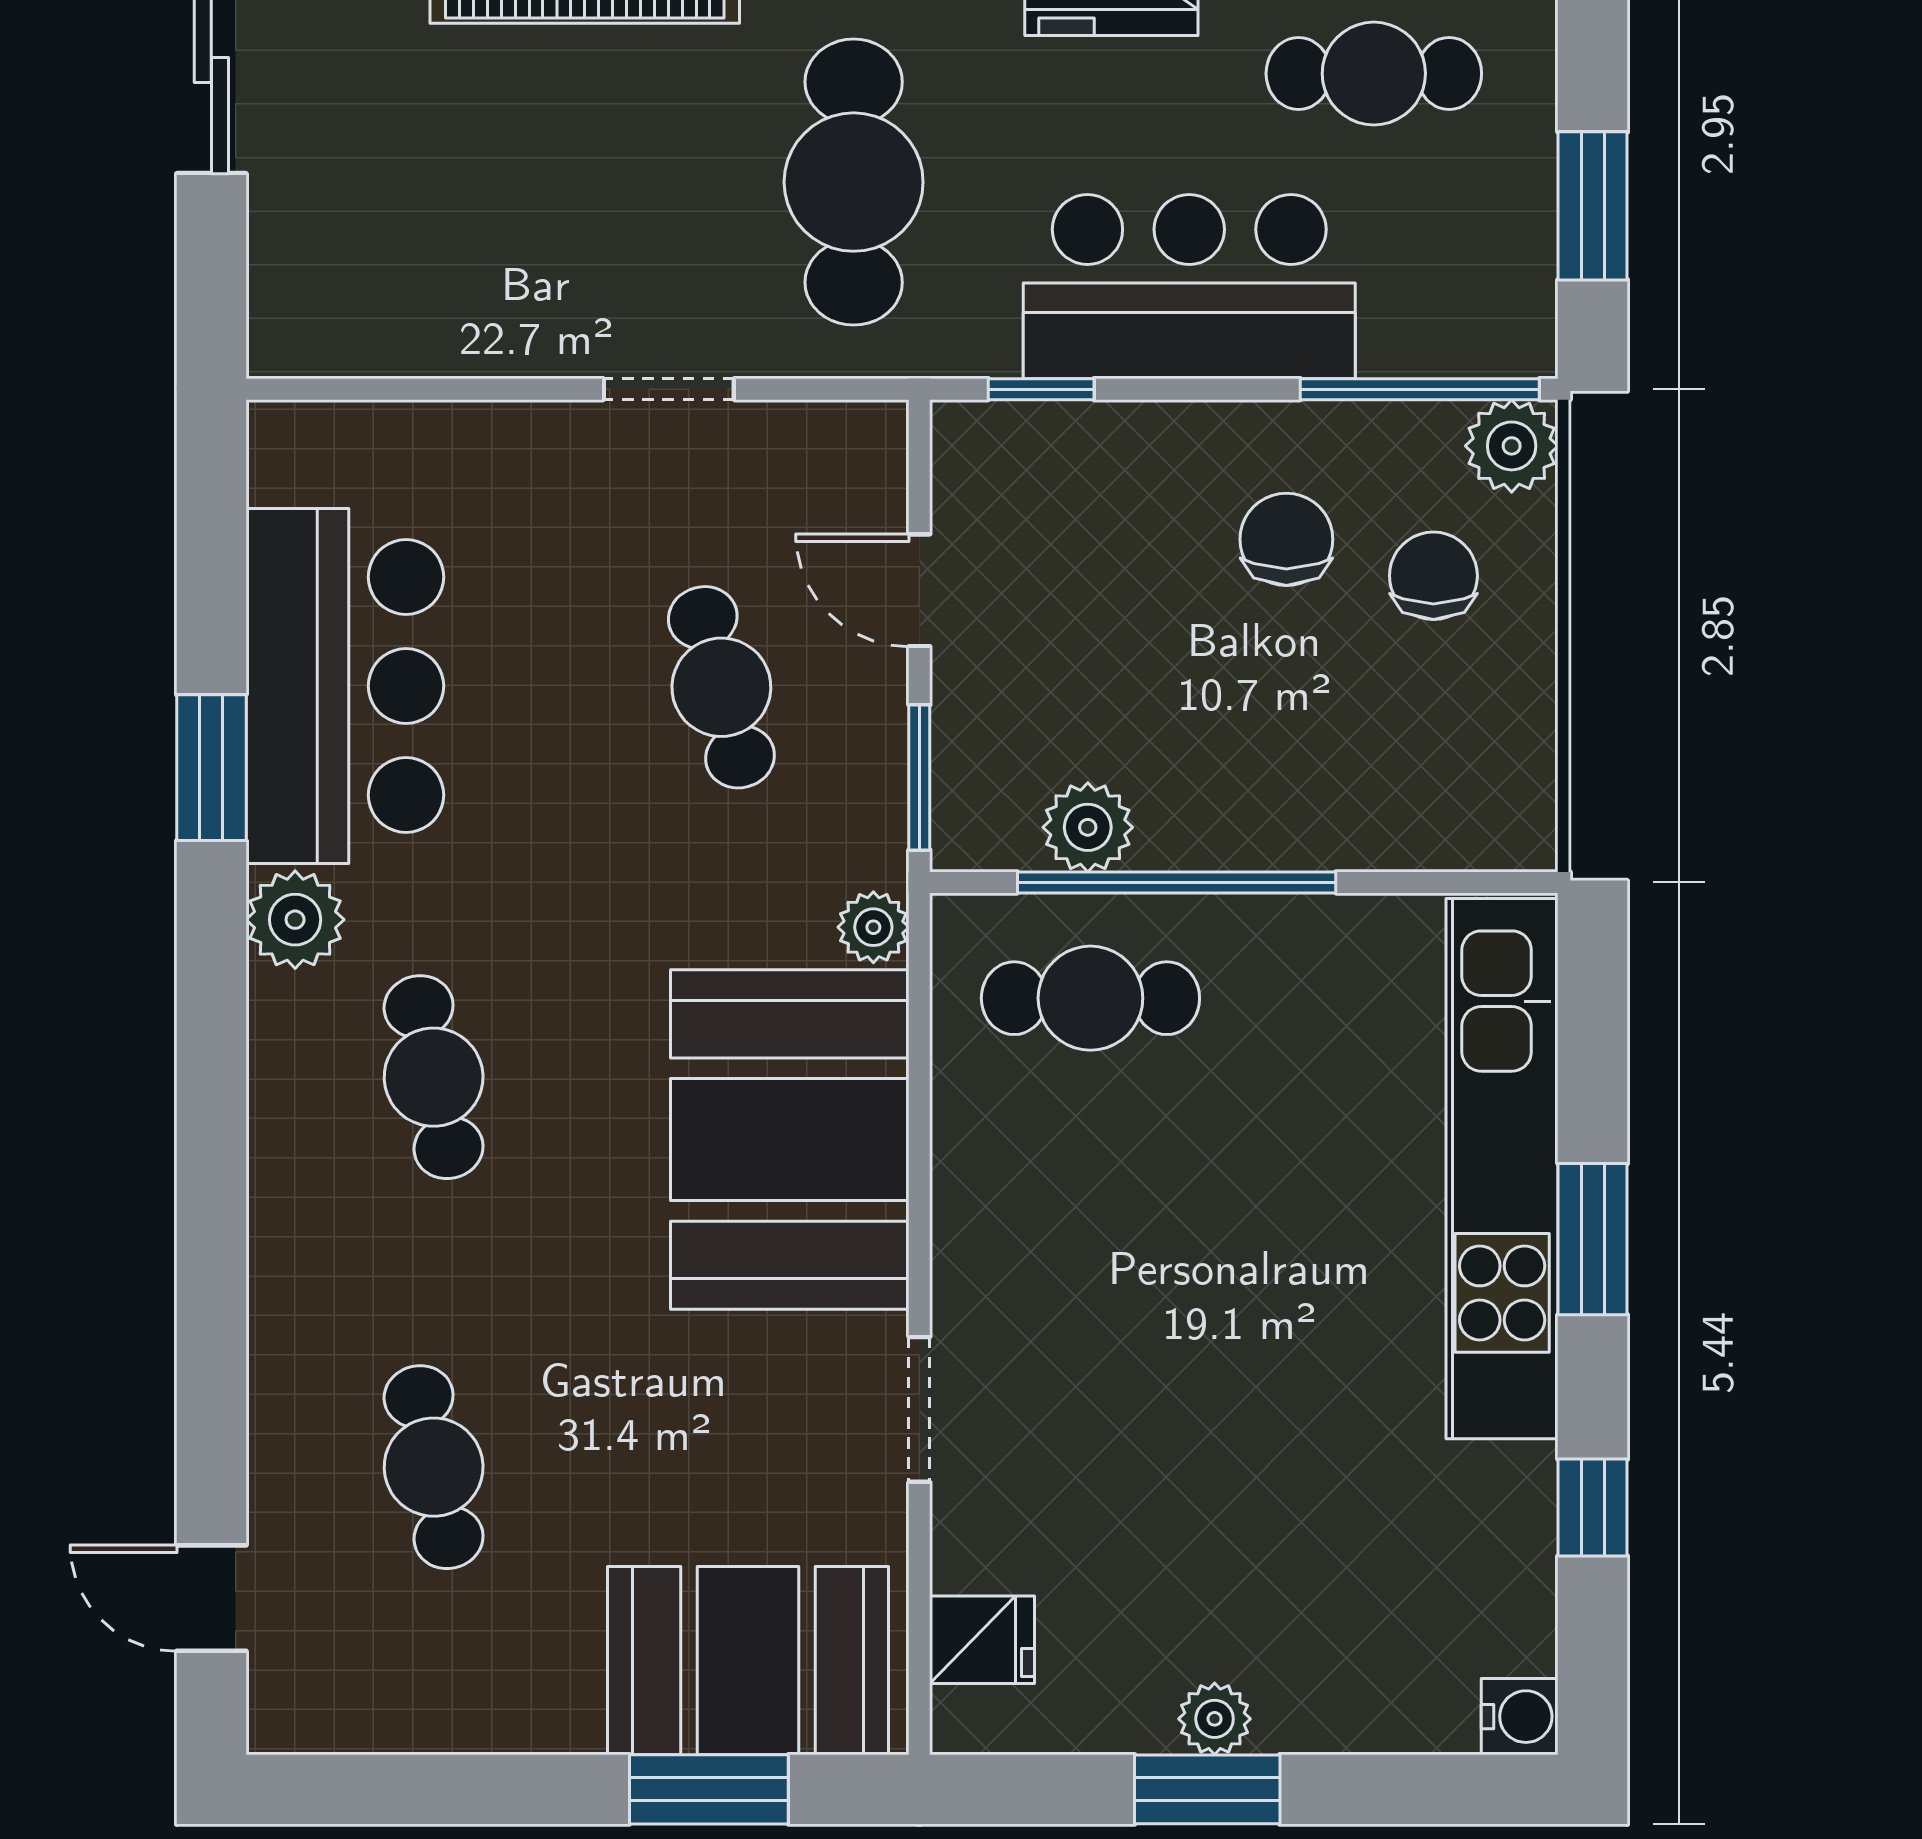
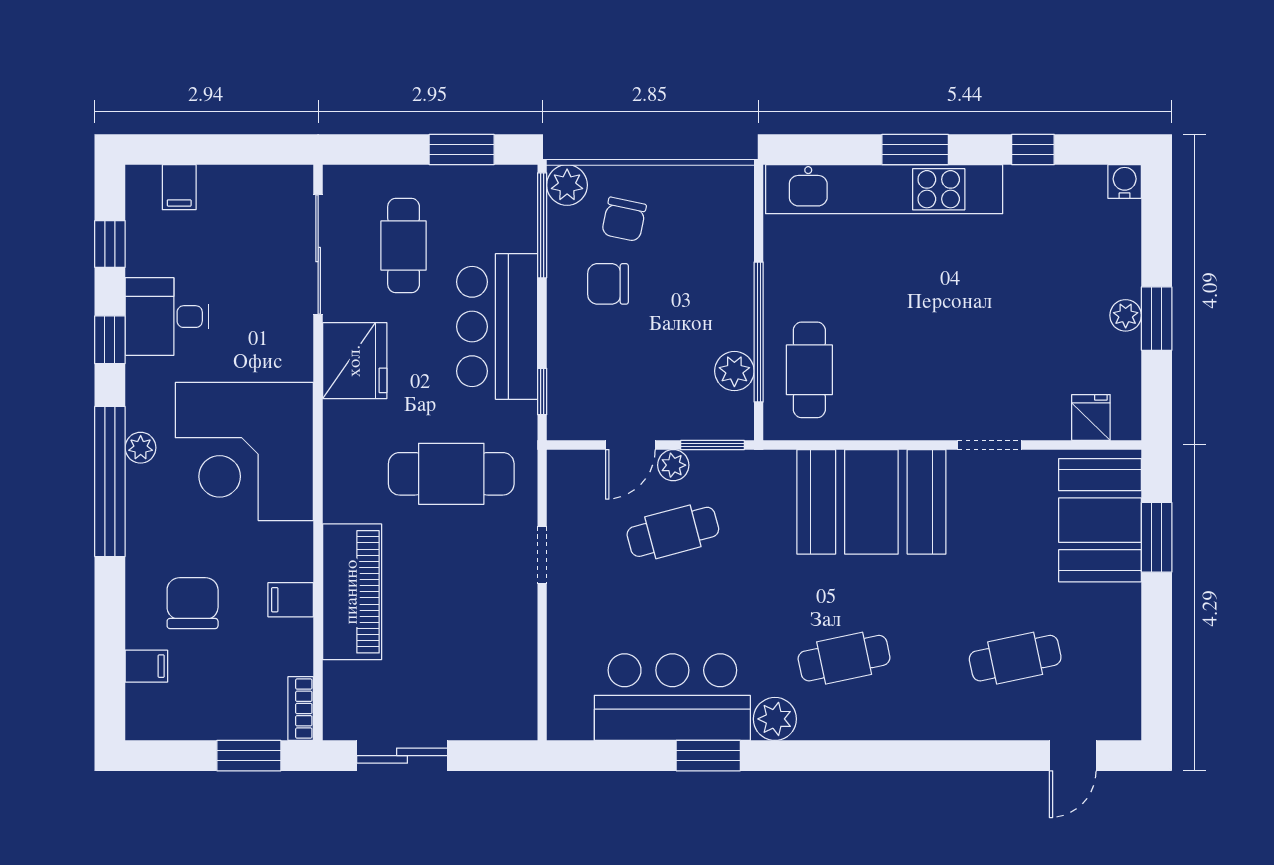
chair: (1433, 576) -> (624, 219), turned -78
plant: (873, 927) -> (673, 465), moved

